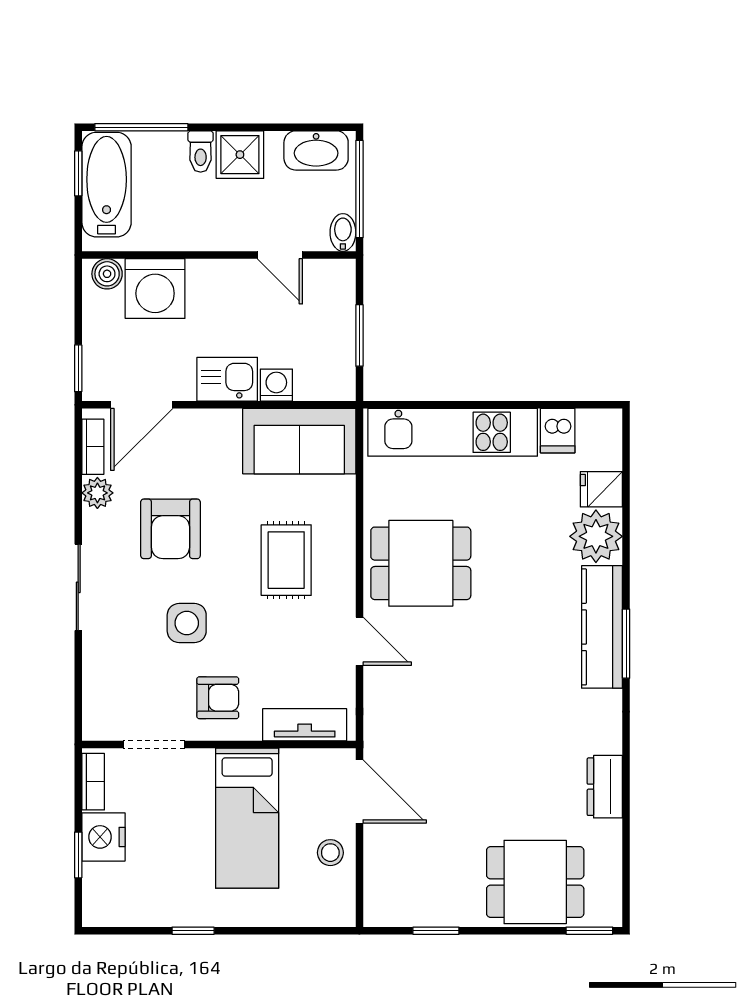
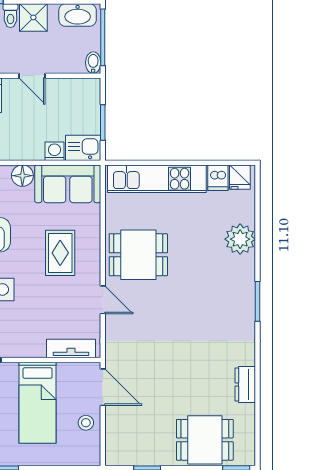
door: (280, 255) -> (32, 76), moved
kitchen sink: (227, 379) -> (83, 148), moved
floor lamp: (221, 427) -> (22, 176), added
fridge: (601, 489) -> (240, 177), moved, turned -90
kitchen counter: (602, 627) -> (244, 292), removed
armchair: (218, 698) -> (20, 333), removed

